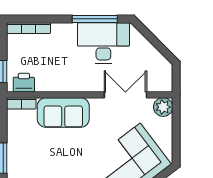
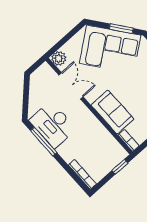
printer: (24, 83) -> (116, 149), removed
double door: (125, 95) -> (71, 86), swing flipped

